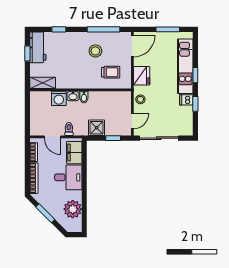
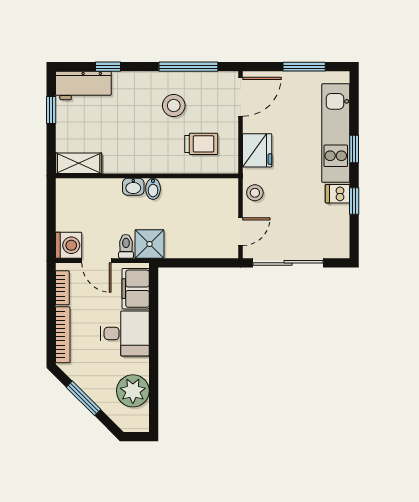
workbench: (38, 47) -> (83, 86), moved, turned 90
washing machine: (59, 98) -> (69, 245), moved, turned -90
shower: (97, 128) -> (150, 244), moved
window: (113, 138) -> (206, 263), removed

